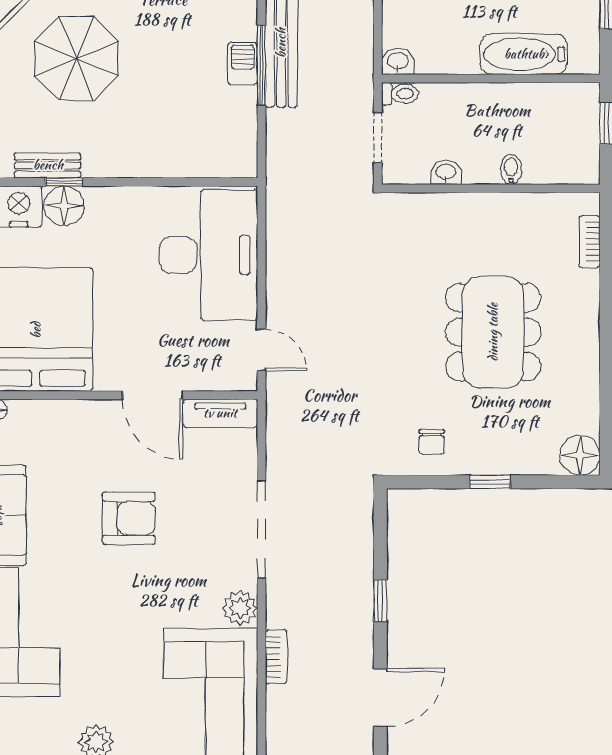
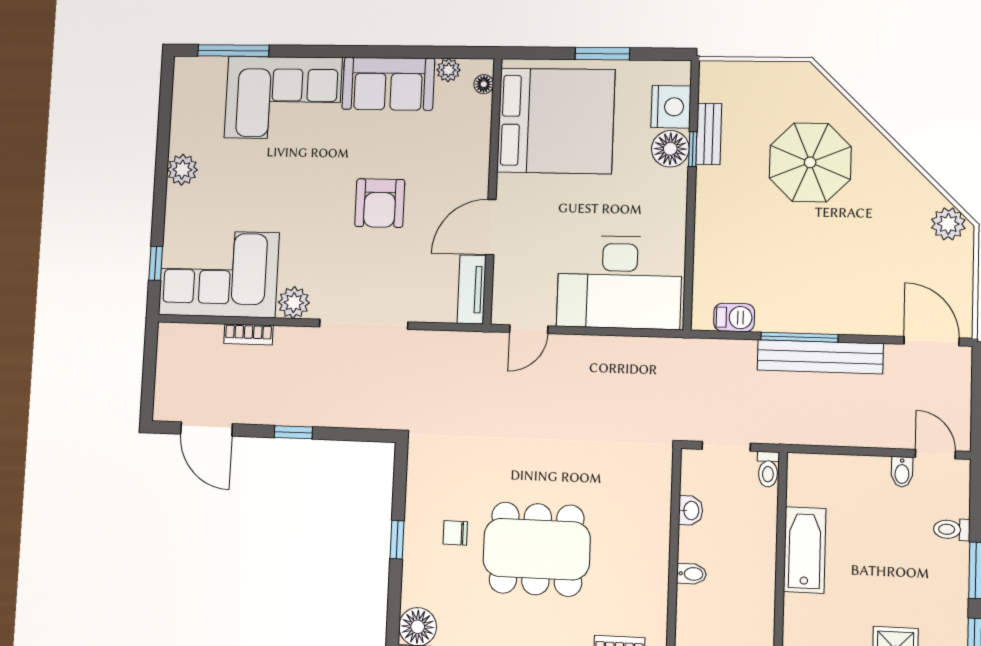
bathtub: (524, 54) -> (805, 550), moved
washbasin: (398, 62) -> (799, 468), removed
barbecue: (243, 63) -> (734, 317), moved
chair: (432, 442) -> (455, 533), moved

